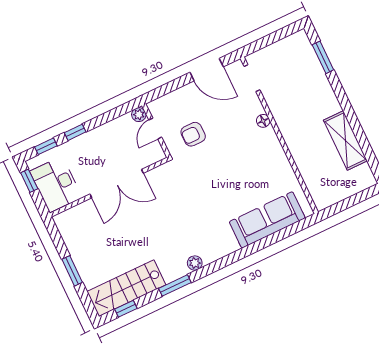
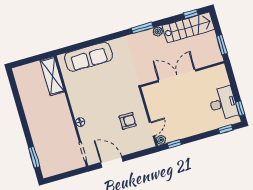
window: (75, 132) -> (174, 144), moved
shelving: (345, 140) -> (52, 76), moved
double door: (117, 184) -> (177, 76), moved
wall: (109, 187) -> (182, 74), moved
plant: (195, 263) -> (158, 32), moved
window: (175, 285) -> (142, 28), moved

